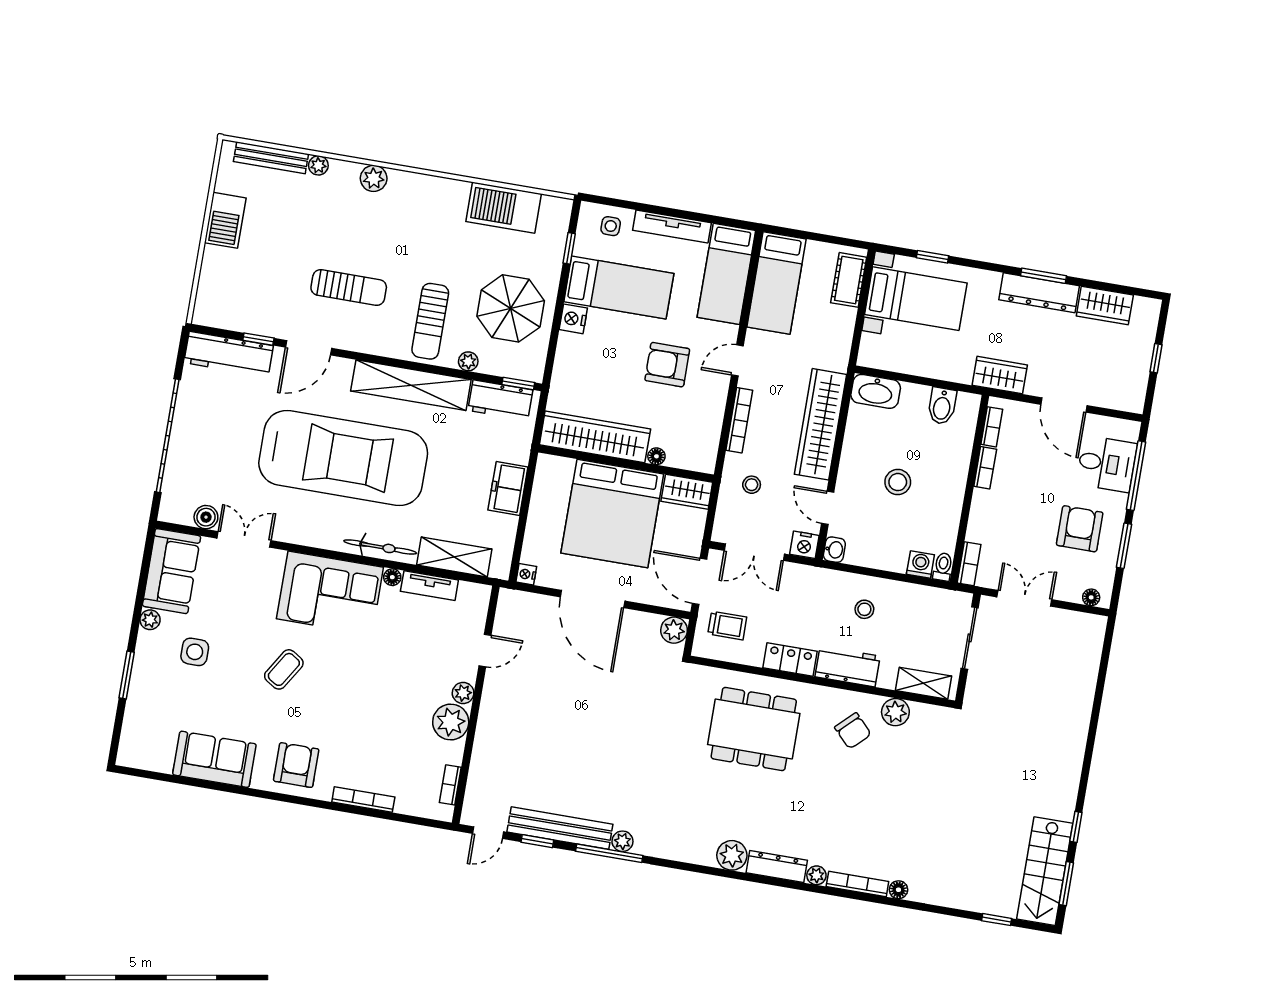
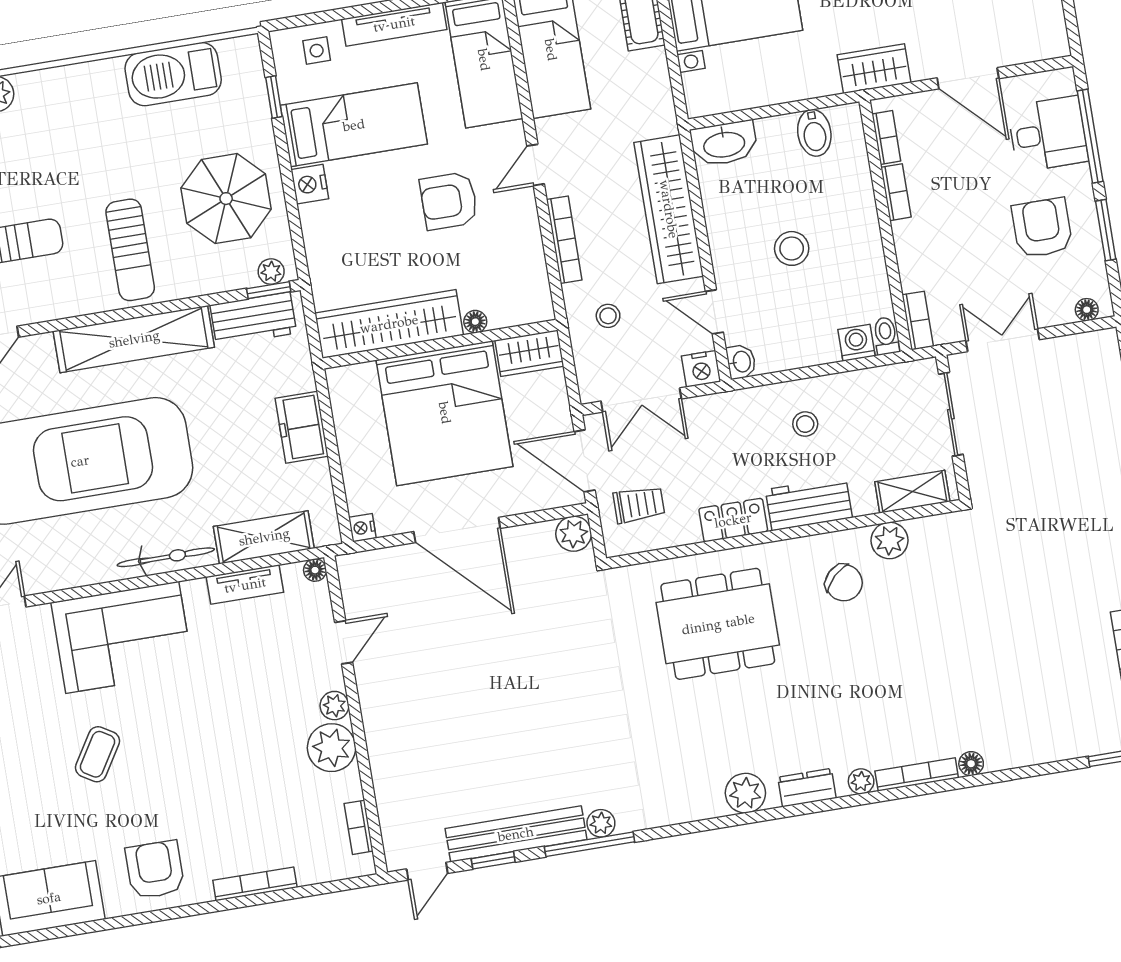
plant: (468, 361) -> (271, 272), moved
floor lamp: (392, 577) -> (315, 570), moved
dresser: (777, 867) -> (807, 788), width x0.70

